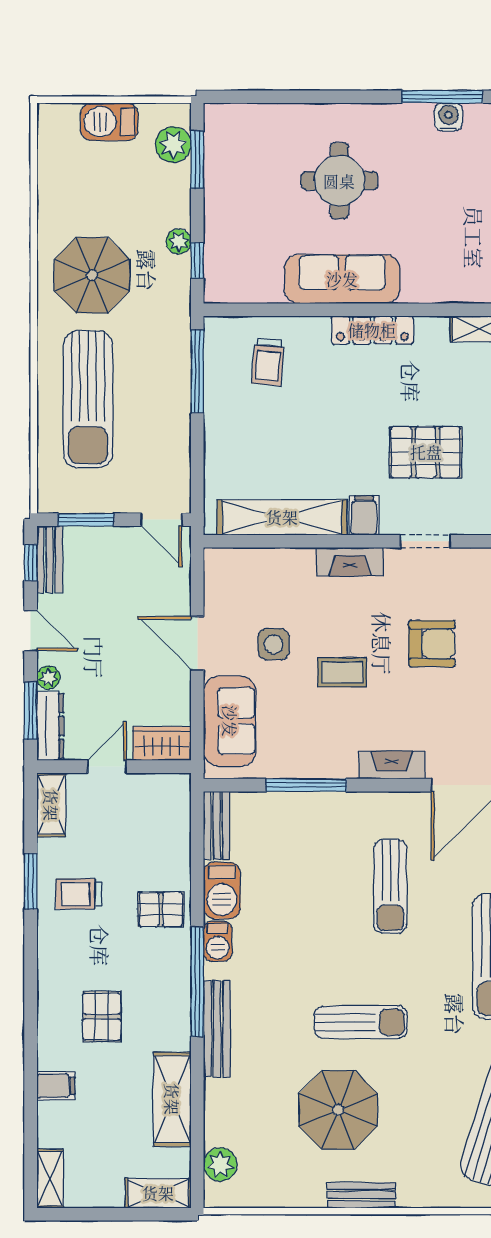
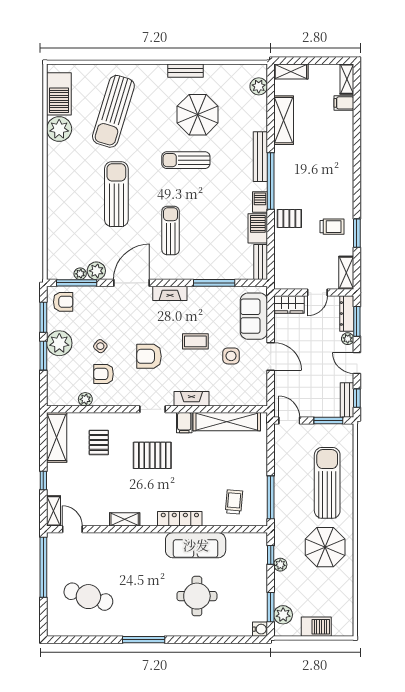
water cooler: (449, 117) -> (260, 629), moved, turned -90
pallet: (102, 1017) -> (320, 163), removed
filing cabinet: (56, 1086) -> (344, 103), moved

